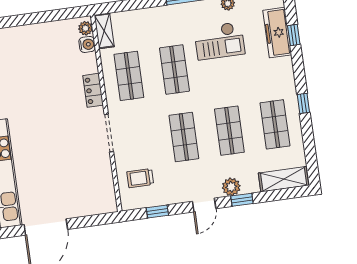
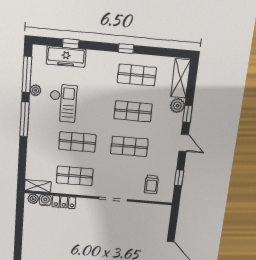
locker: (93, 90) -> (64, 202), moved
plant: (231, 187) -> (177, 106), moved

